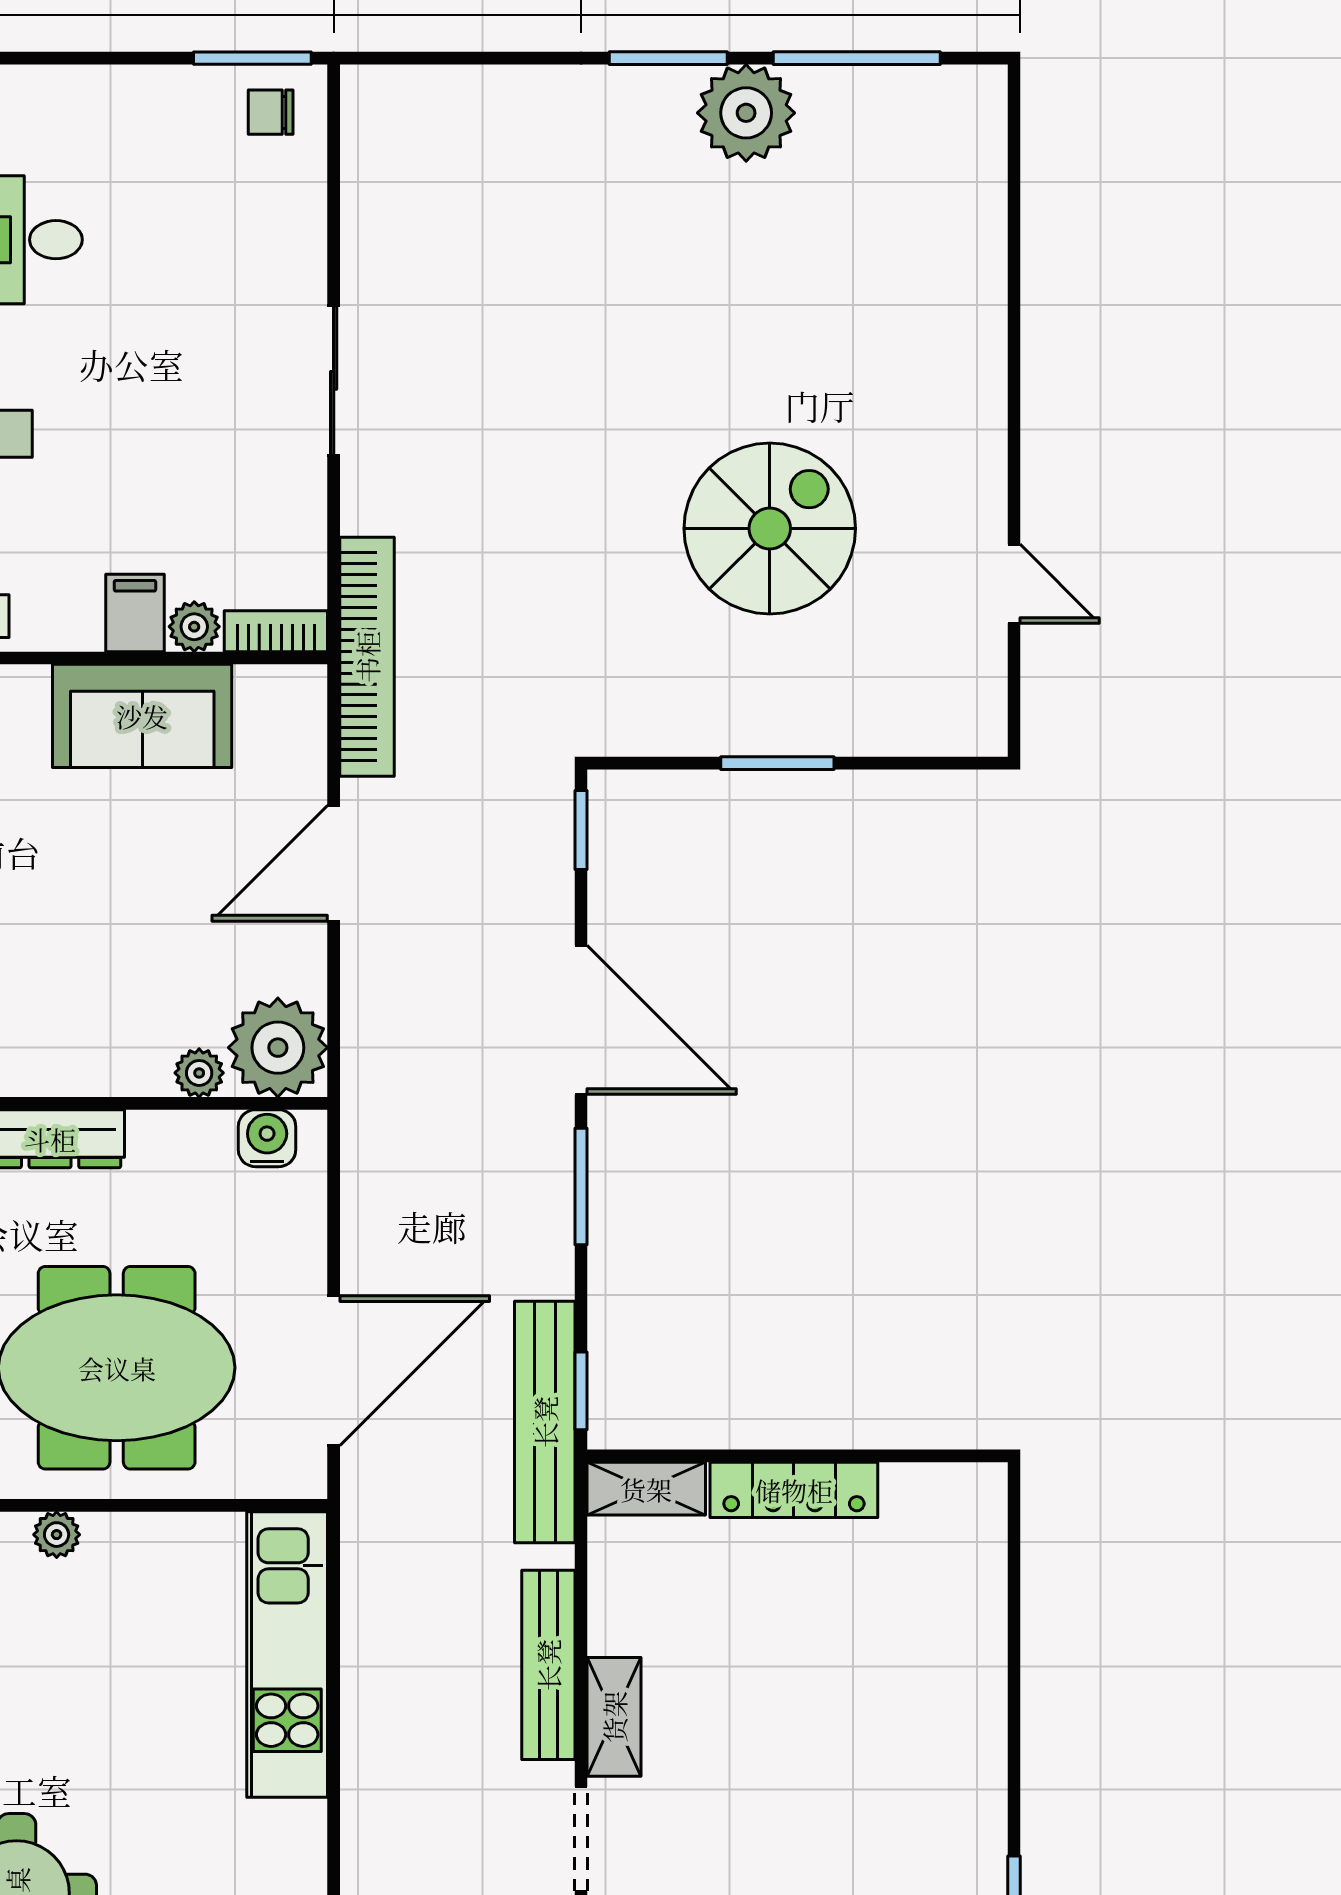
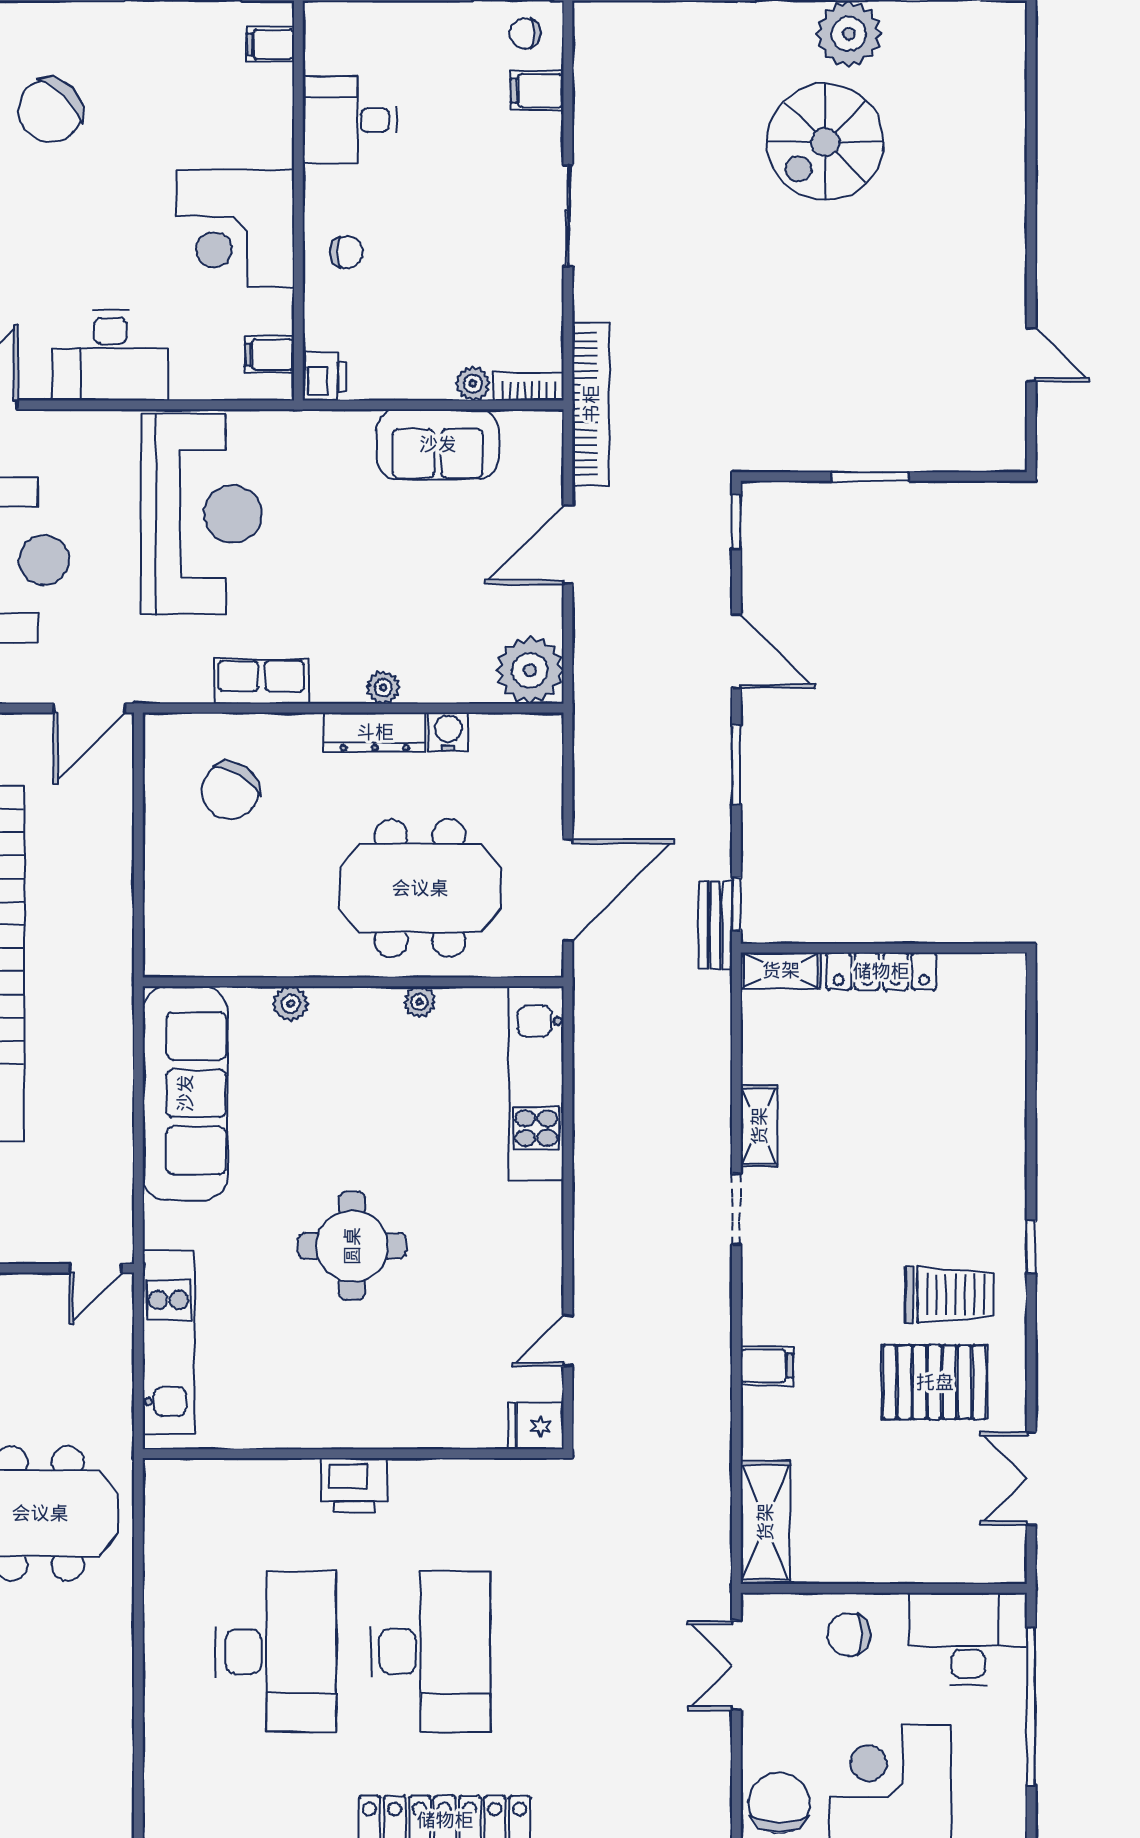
spiral stairs: (770, 529) -> (825, 142), moved, turned 180
filing cabinet: (135, 613) -> (537, 91), moved, turned -90
door: (581, 1020) -> (736, 651), width x0.73
plant: (199, 1073) -> (383, 687), moved
water cooler: (267, 1138) -> (448, 732), moved
bench: (545, 1422) -> (715, 925), width x0.54, depth x0.82
plant: (57, 1535) -> (419, 1002), moved
bench: (548, 1665) -> (714, 1090), removed

